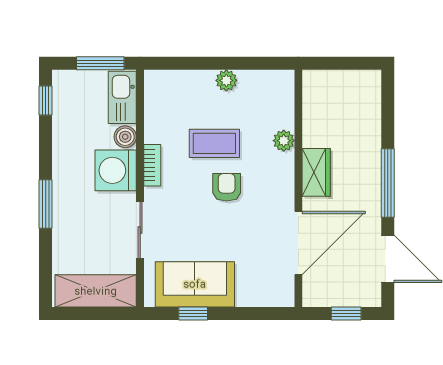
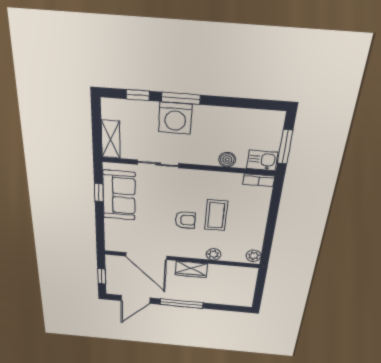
plant: (226, 80) -> (254, 256), moved
kitchen sink: (122, 97) -> (262, 160), width x0.73
window: (46, 101) -> (138, 95), moved
bookcase: (152, 165) -> (259, 180), moved
washing machine: (116, 170) -> (175, 118), moved, turned 180
shelving: (96, 291) -> (111, 139), width x0.67, depth x0.75

